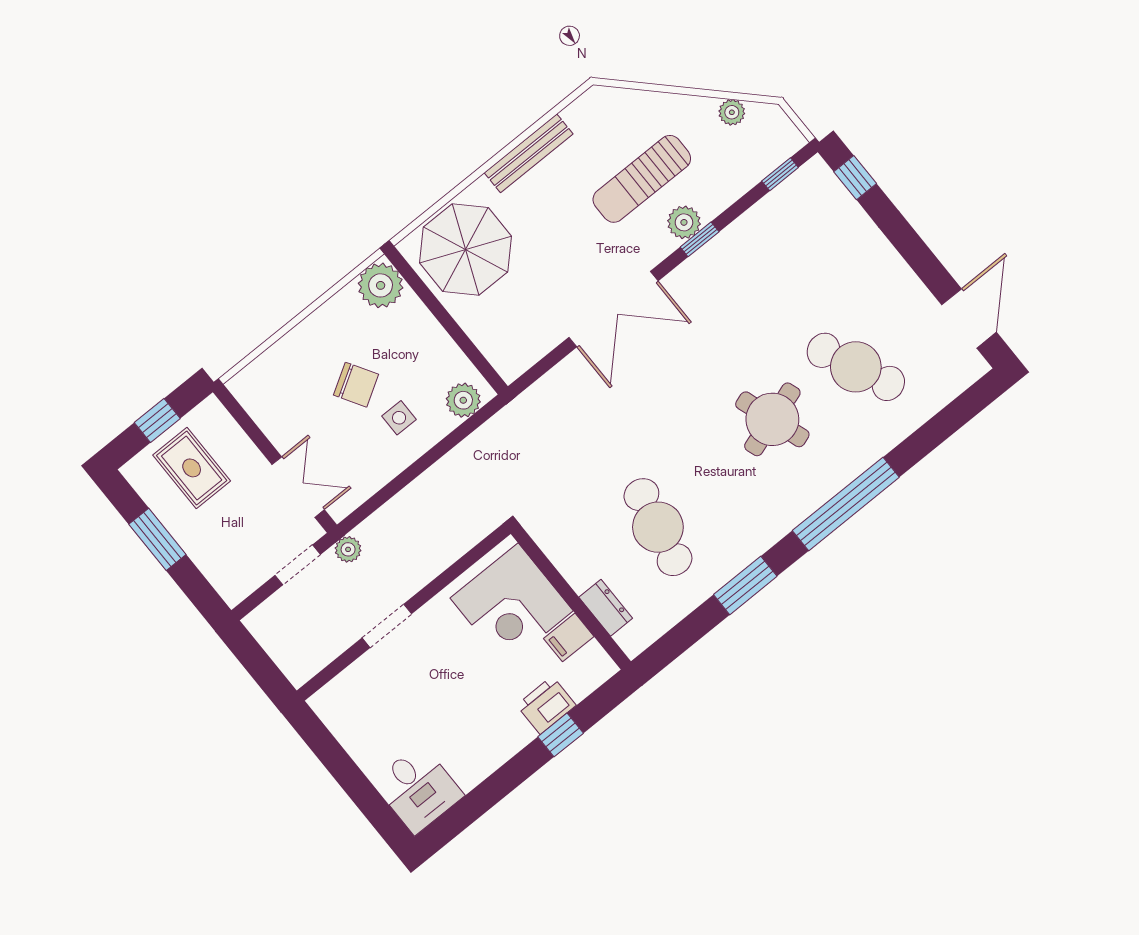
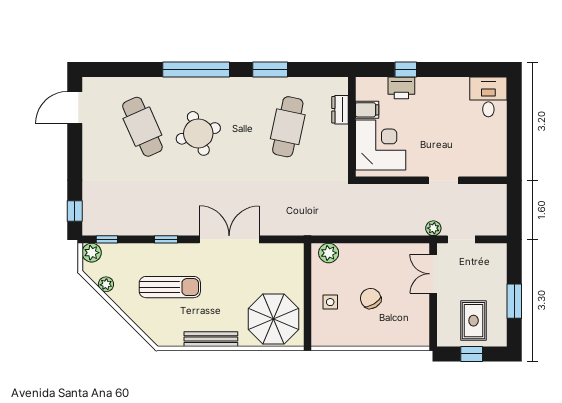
plant: (684, 222) -> (92, 253), moved
plant: (381, 285) -> (324, 334), removed
side table: (399, 418) -> (330, 302), moved

